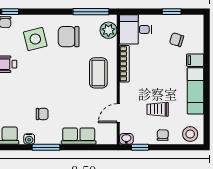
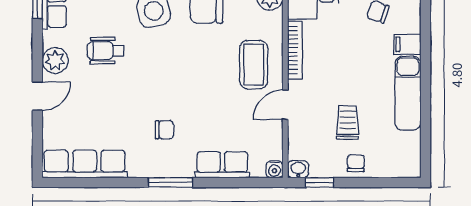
trolley: (158, 109) -> (348, 122), turned 90
door: (118, 113) -> (285, 105), moved
stool: (190, 134) -> (399, 162), removed
water cooler: (29, 139) -> (274, 169), moved

